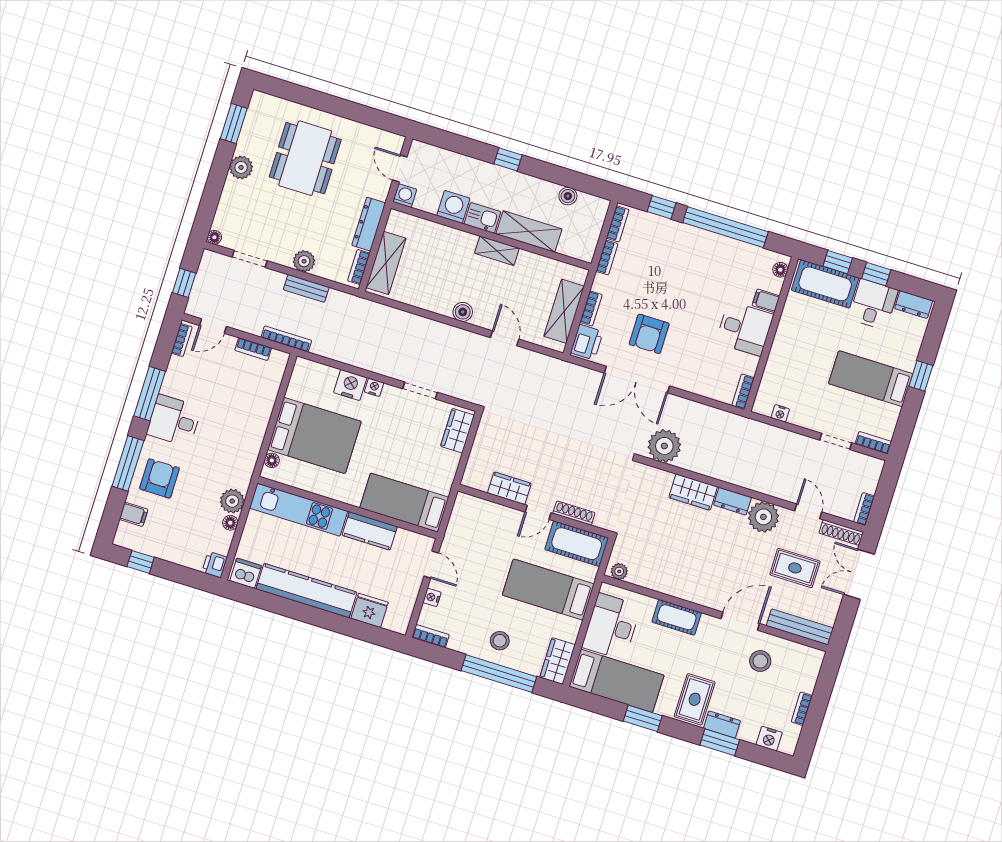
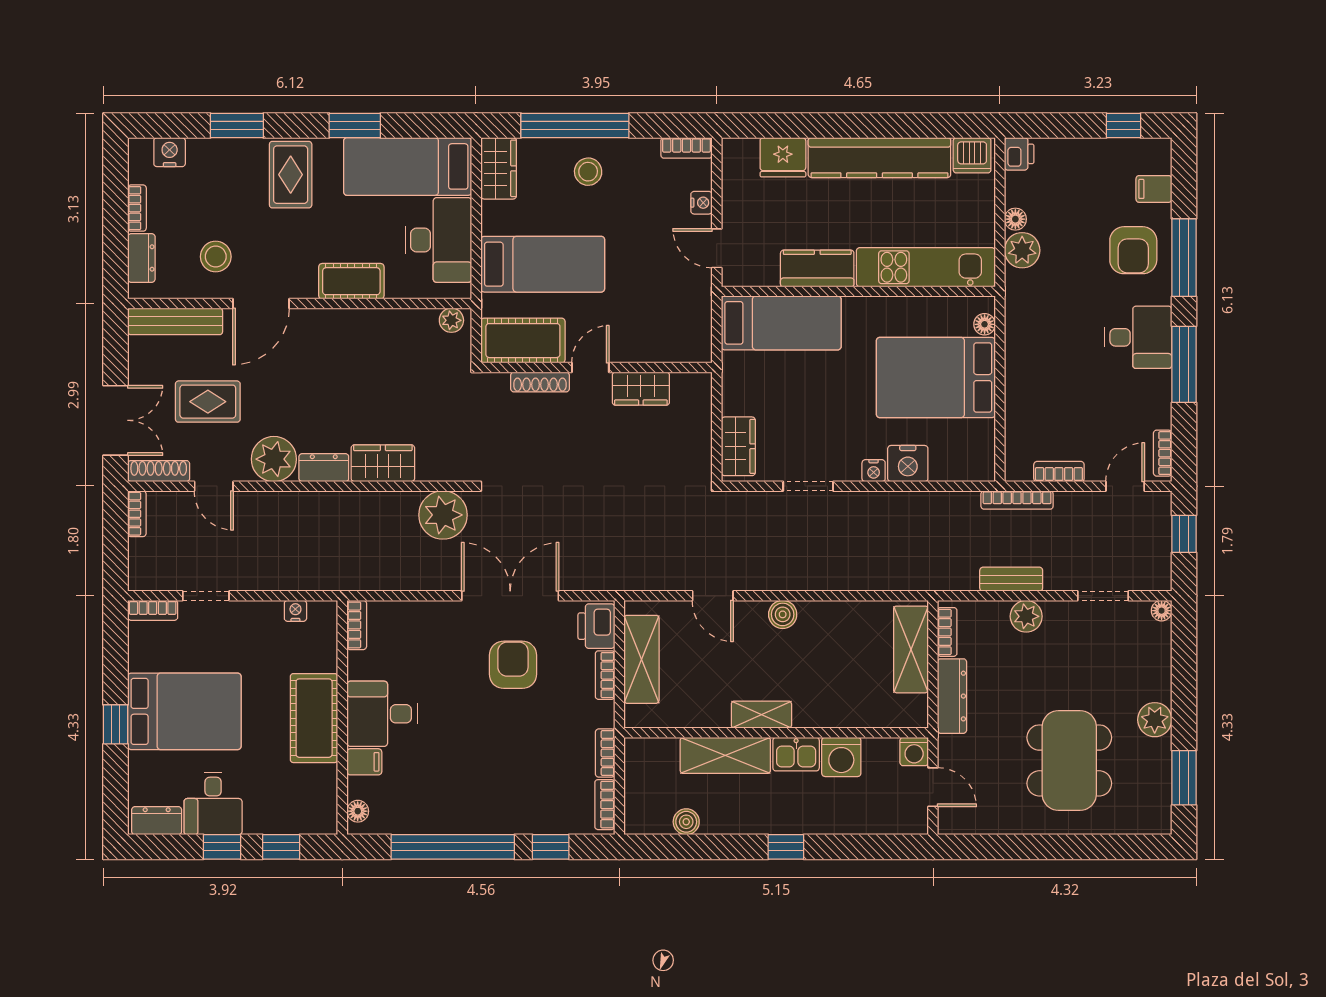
cot: (825, 284) -> (314, 718), moved, turned 90
bed: (871, 379) -> (184, 711), width x1.50
dresser: (722, 725) -> (141, 258), moved, turned -90

